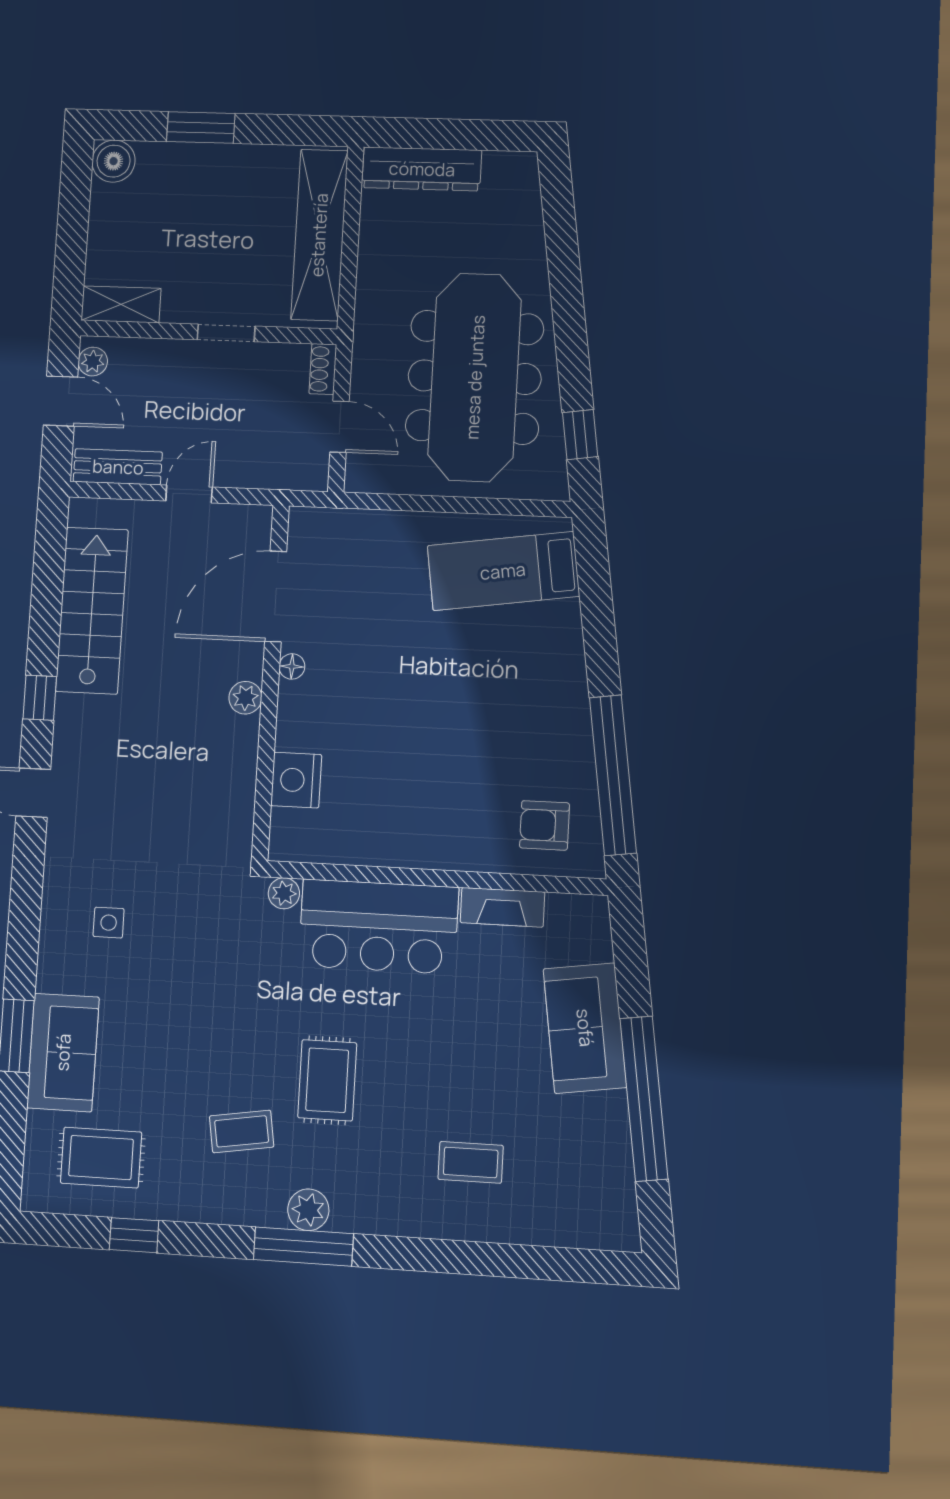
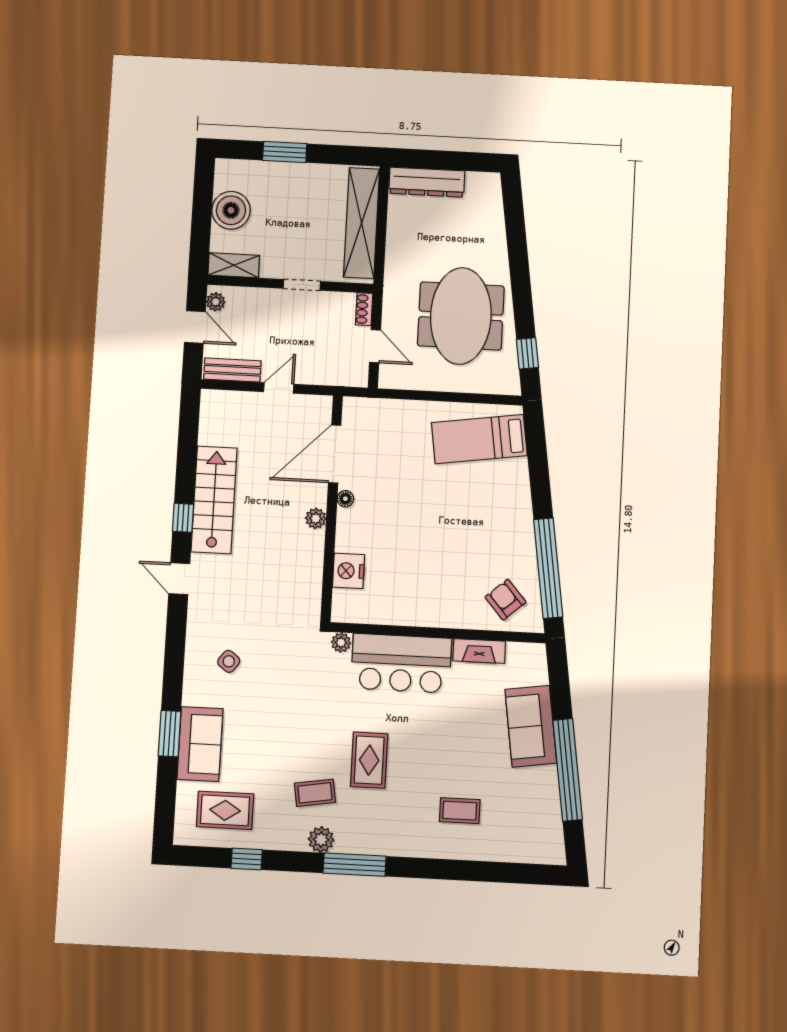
boiler: (114, 161) -> (231, 210), moved, width x1.37, depth x1.37
meeting table: (475, 377) -> (461, 316), width x0.73
stairs: (92, 610) -> (214, 500), moved
armchair: (545, 825) -> (505, 600), turned 49
side table: (109, 923) -> (229, 661), turned 37
plant: (308, 1210) -> (321, 840), moved

